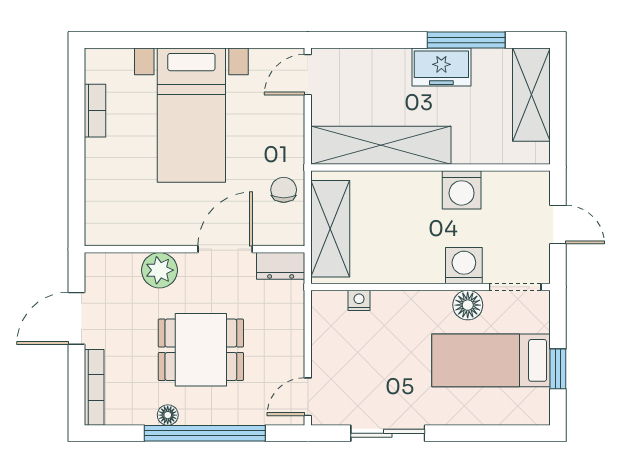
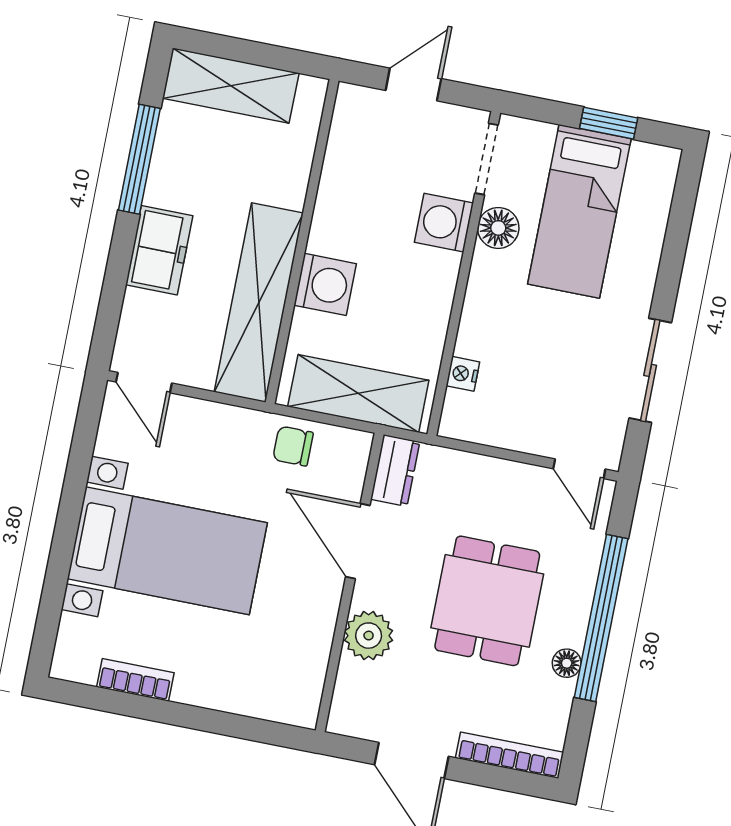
freezer: (441, 67) -> (159, 250), moved
washing machine: (462, 190) -> (325, 284), moved

